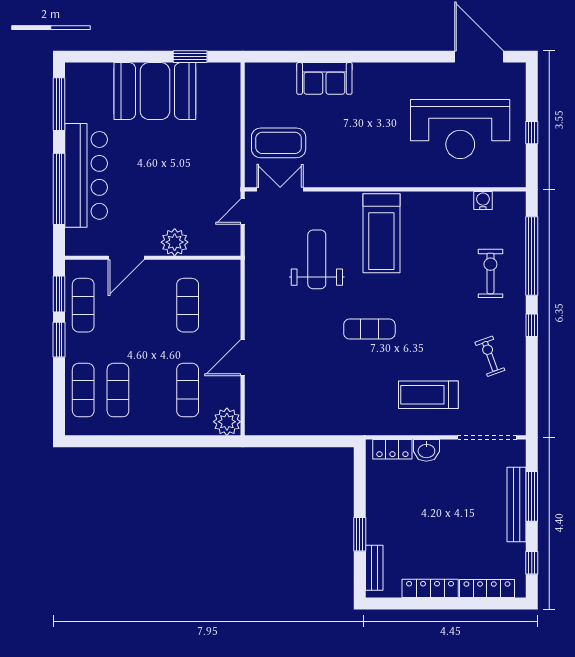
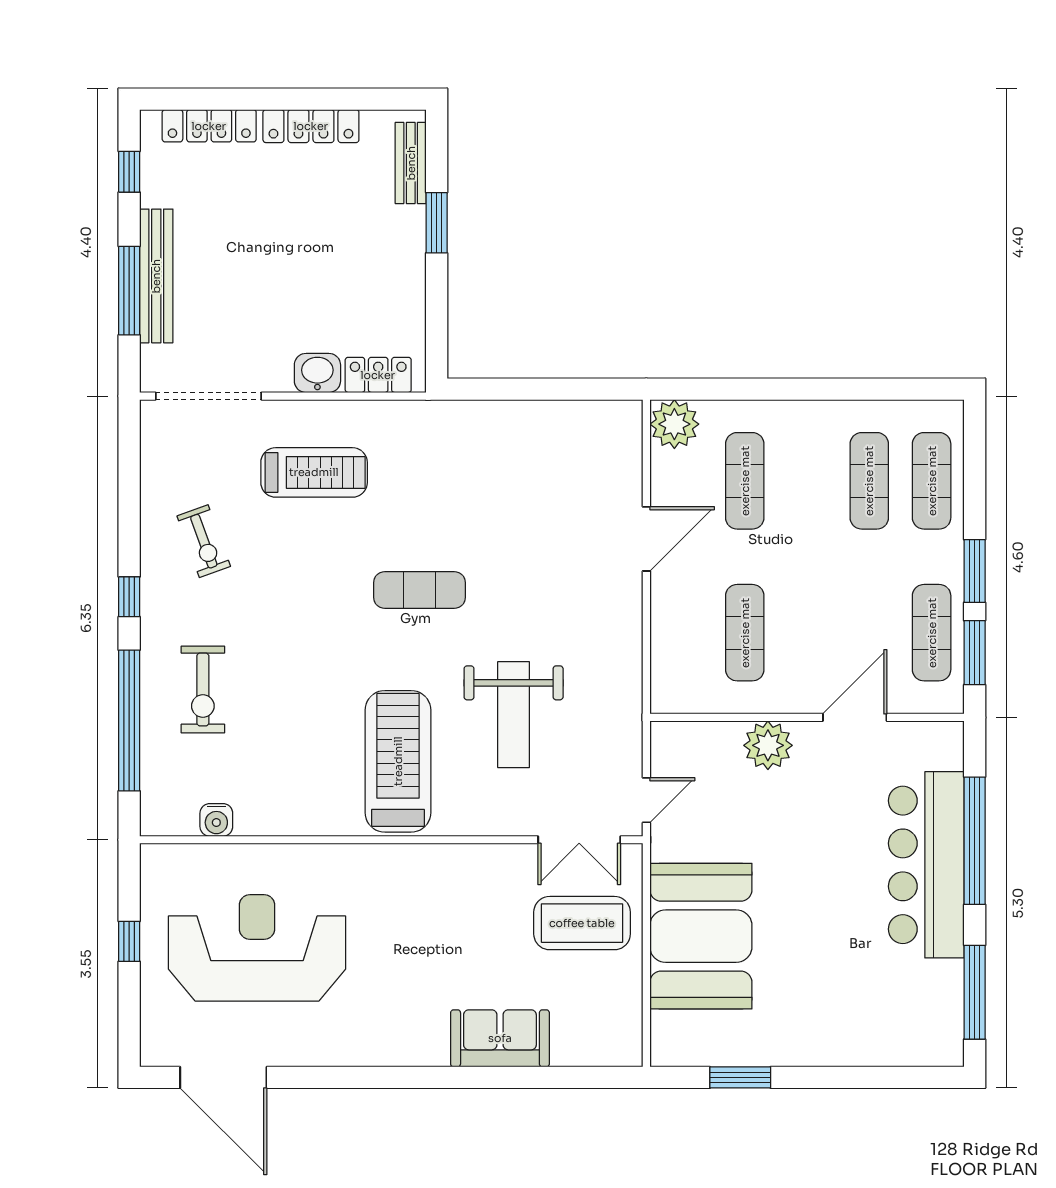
booth: (155, 91) -> (701, 936), moved, turned 90

